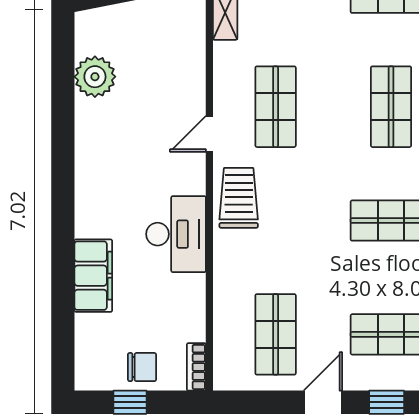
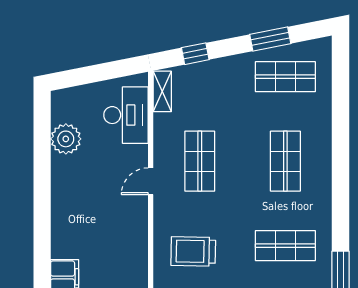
trolley: (239, 198) -> (193, 251), moved, turned -89
desk: (176, 234) -> (126, 115), moved

